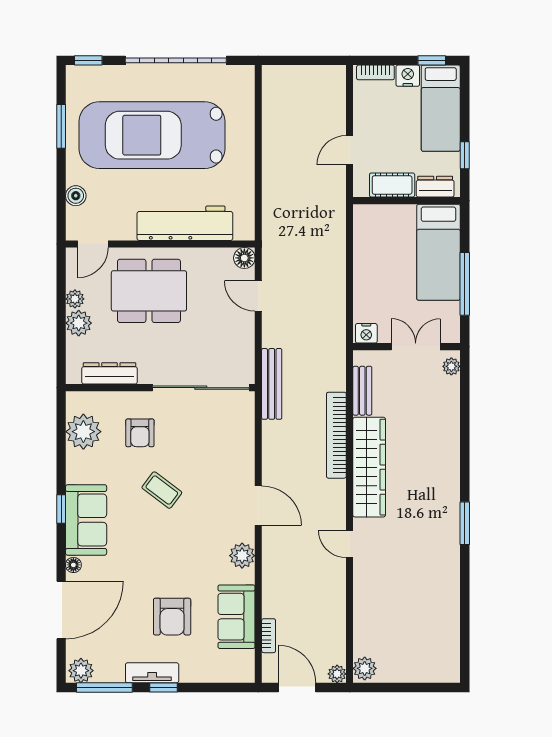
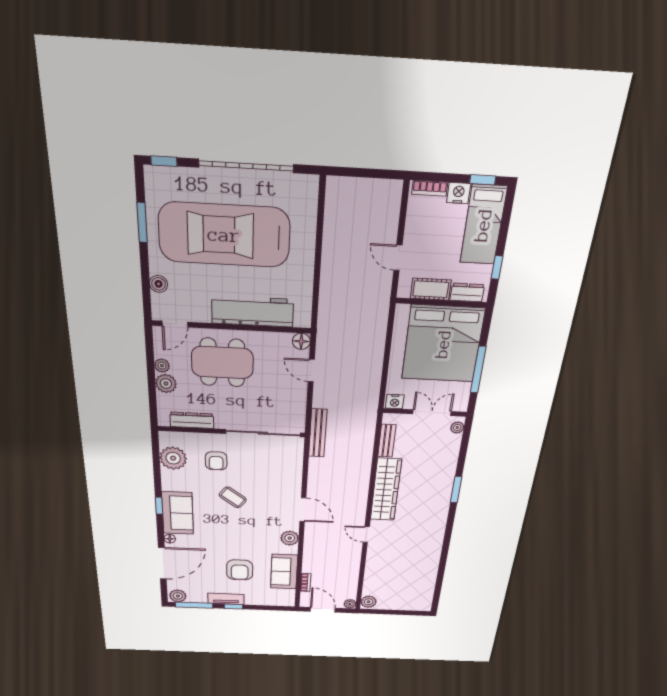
door: (350, 150) -> (398, 258), hinge flipped
bed: (438, 252) -> (443, 344), width x2.04
bookcase: (336, 435) -> (364, 469), removed
window: (465, 523) -> (456, 490), moved

